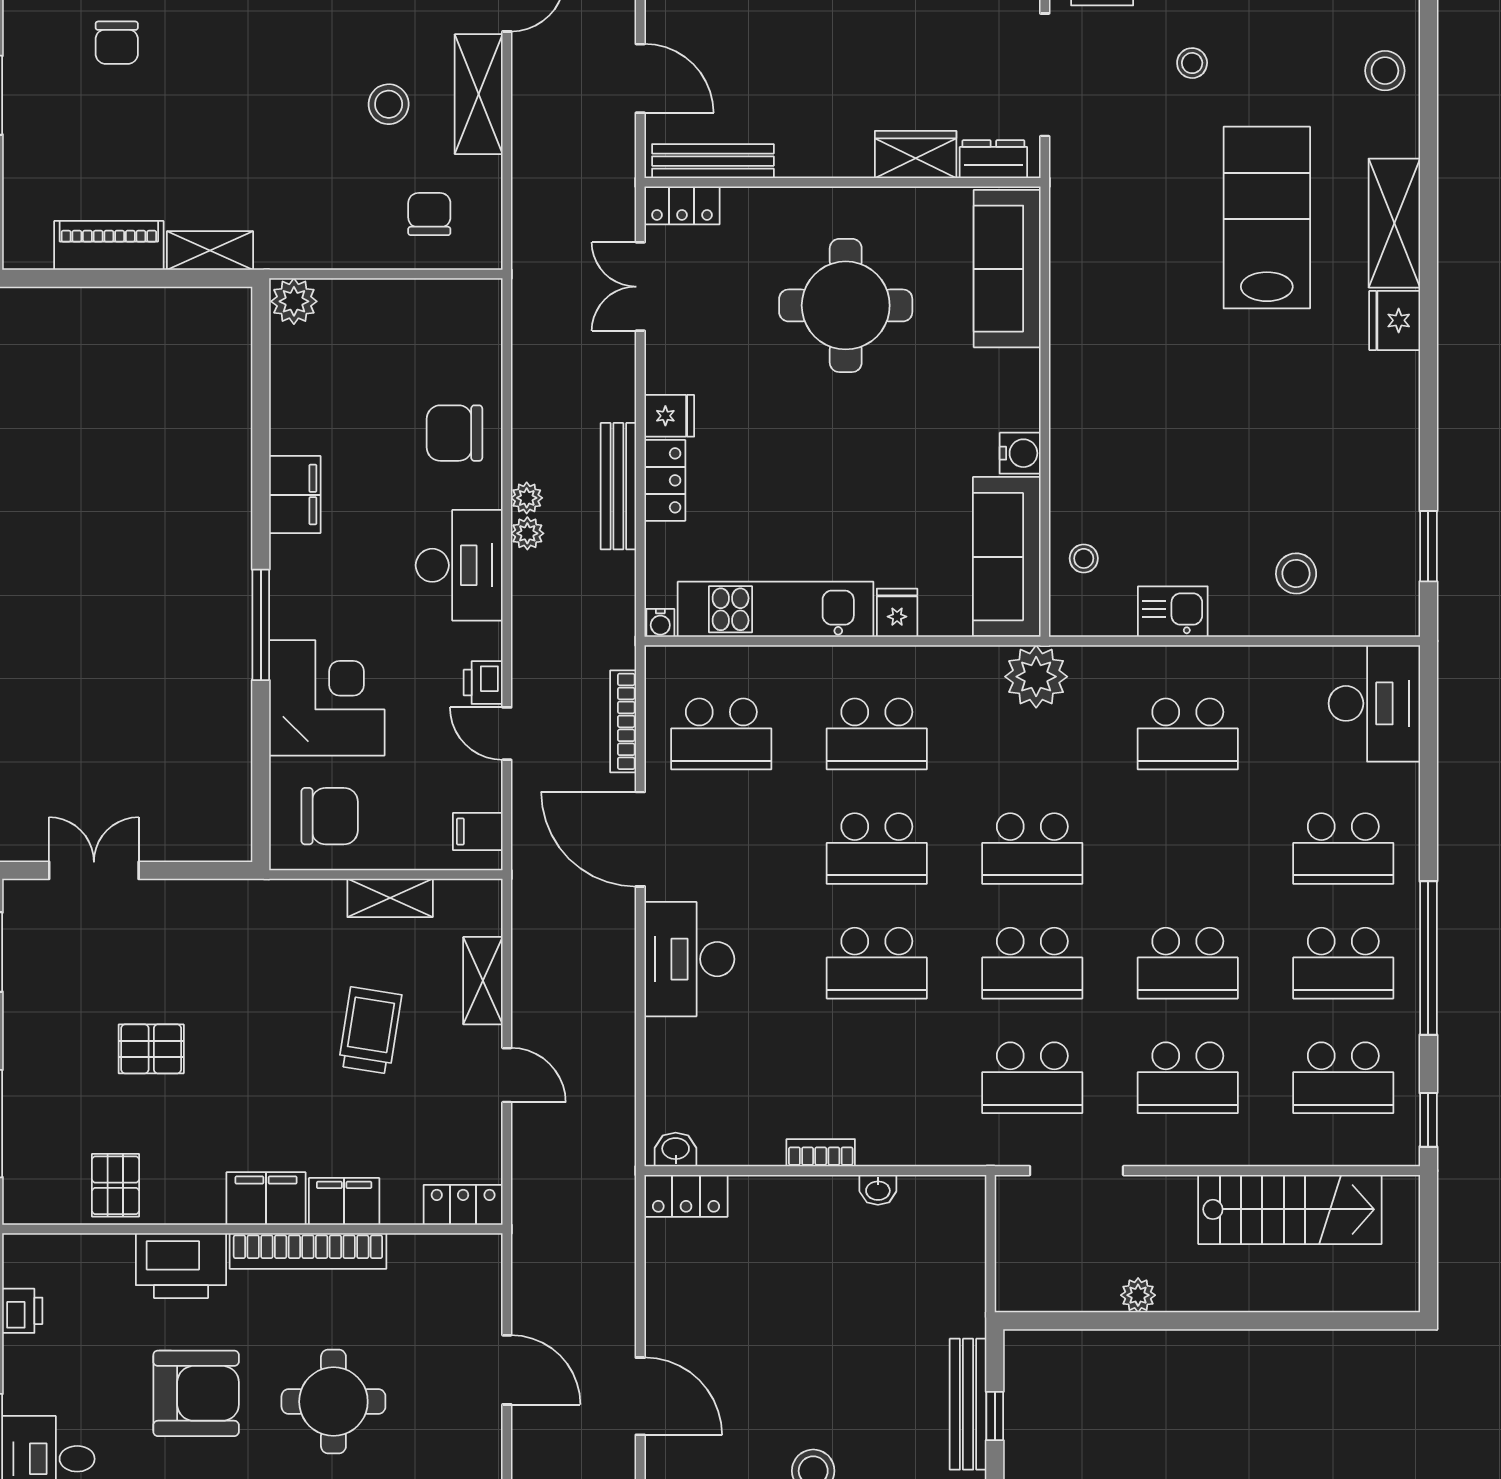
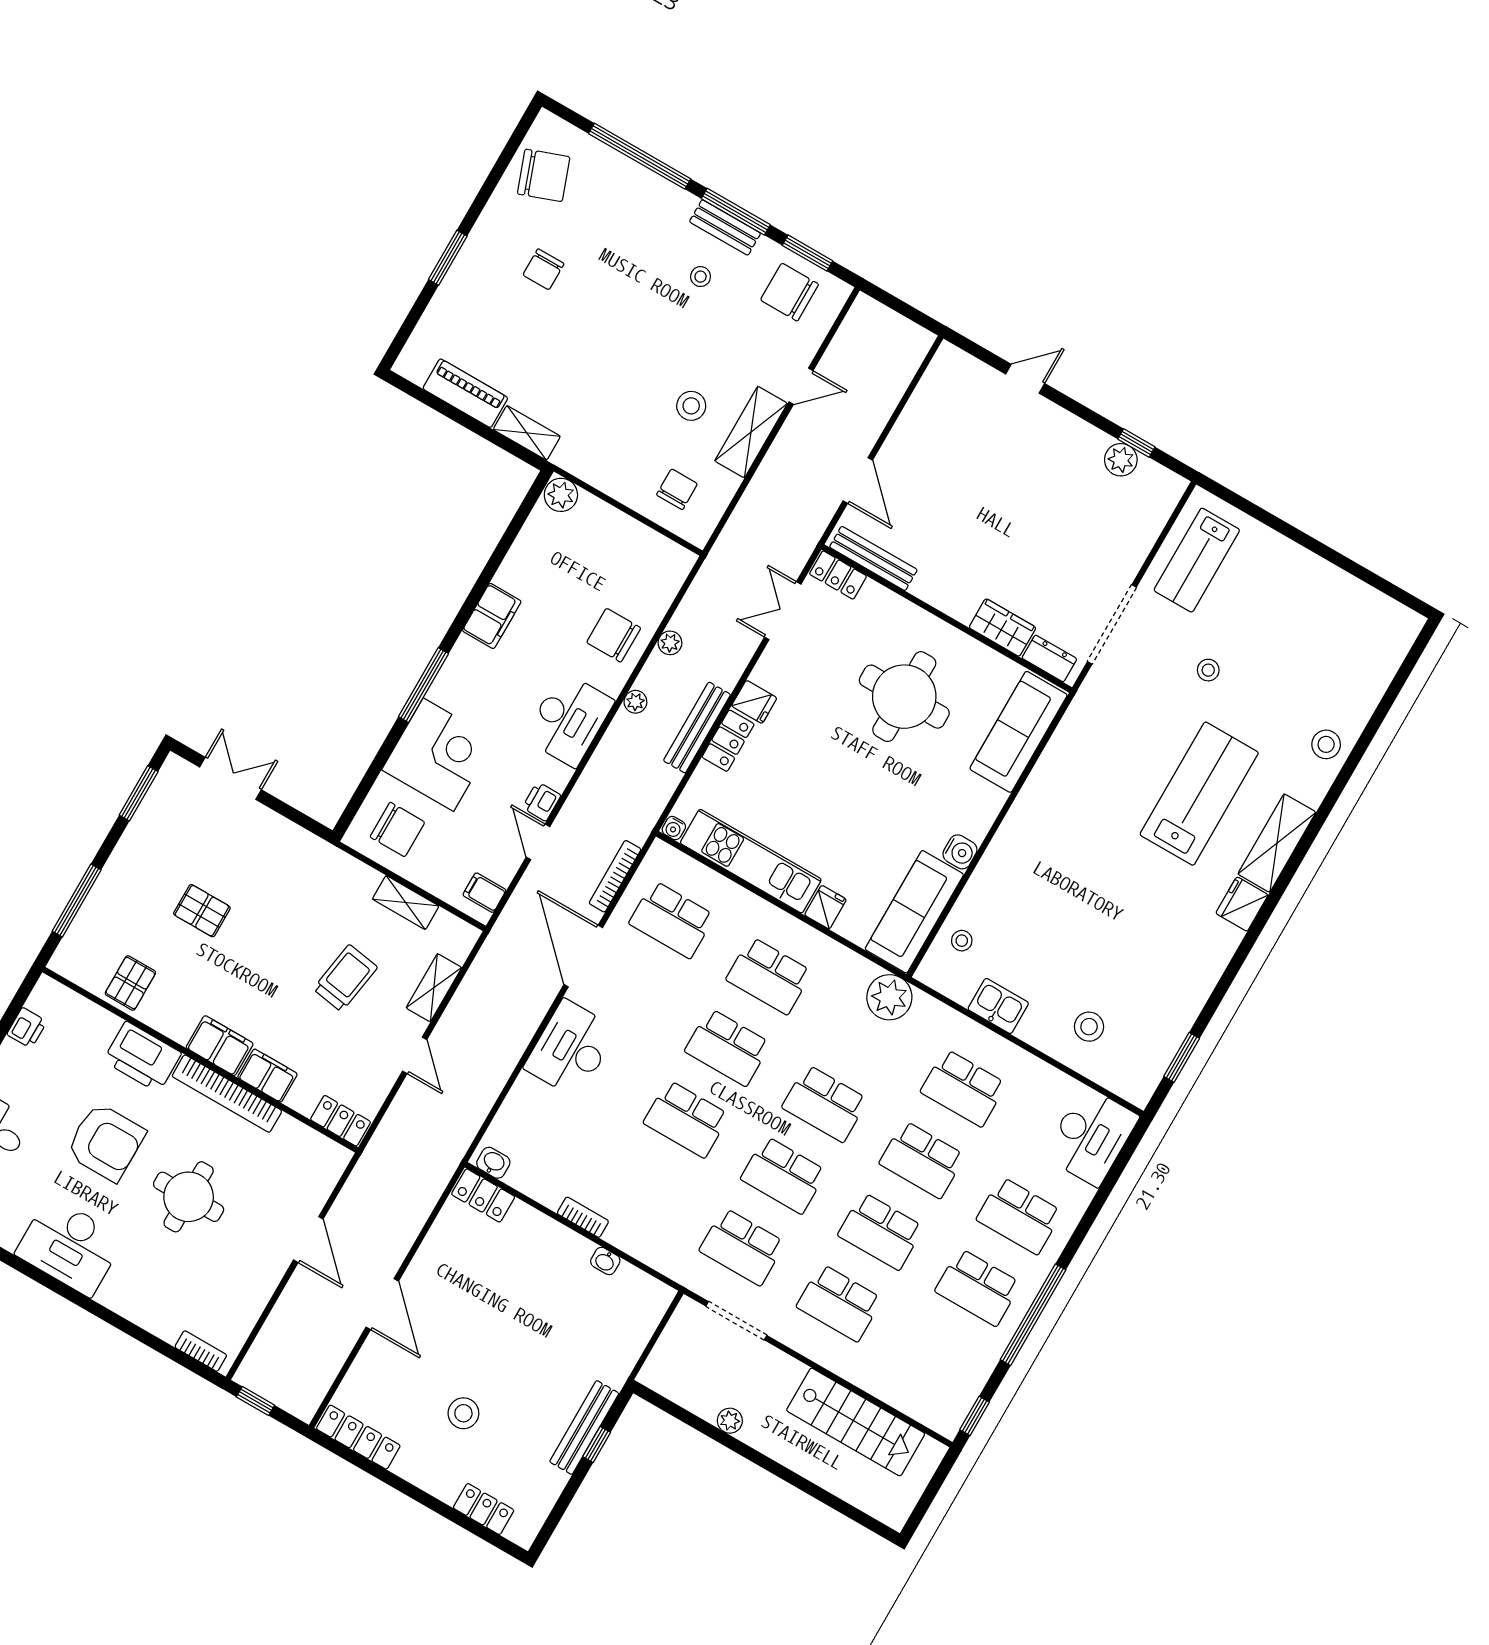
plant: (527, 533) -> (670, 643), moved
school desk: (1343, 1078) -> (922, 1159), moved

